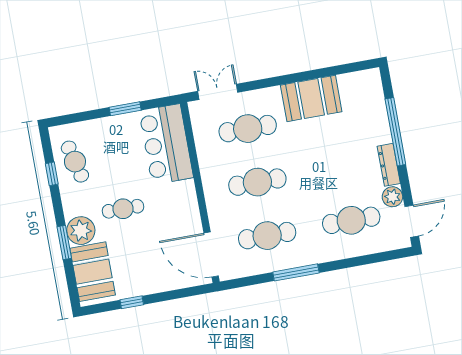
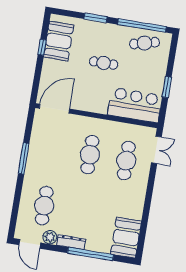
booth: (311, 98) -> (126, 238), moved
window: (52, 174) -> (142, 26), width x3.17
cafe table: (123, 209) -> (104, 63), turned 90
plant: (81, 231) -> (99, 31), removed
cafe table: (267, 236) -> (54, 149), removed
booth: (93, 272) -> (59, 41), moved, turned 90

